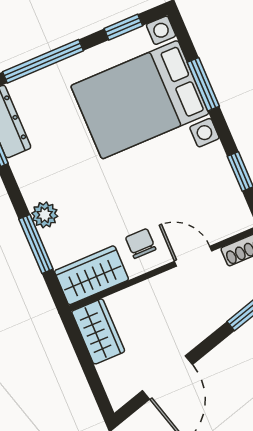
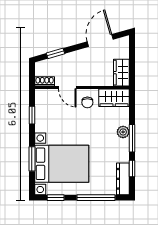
window: (36, 244) -> (132, 138), moved

